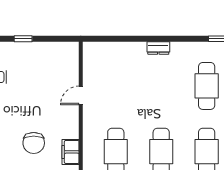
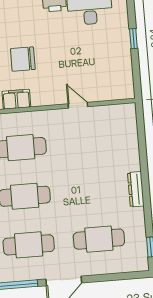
dresser: (158, 48) -> (136, 189), width x1.44

